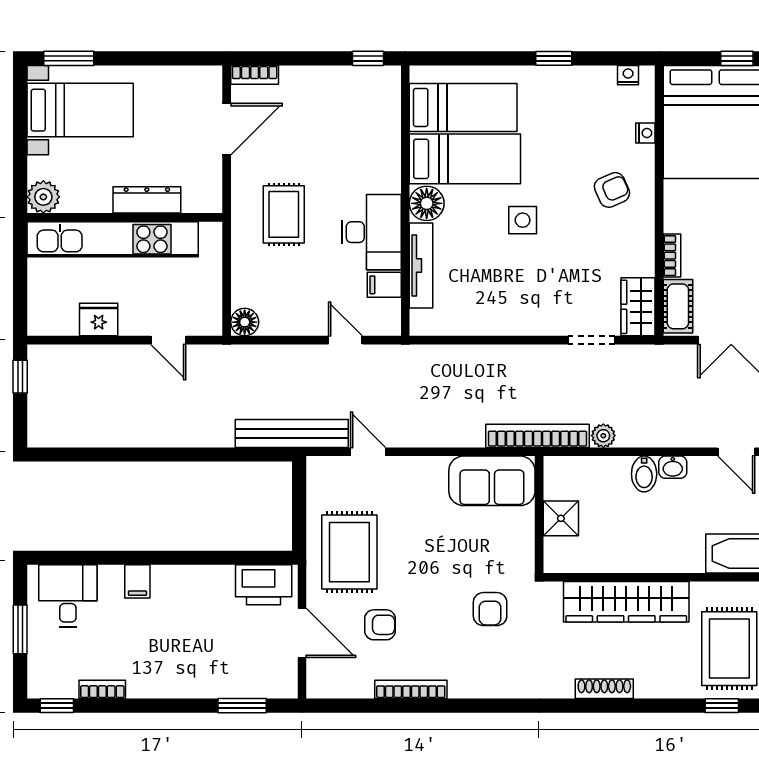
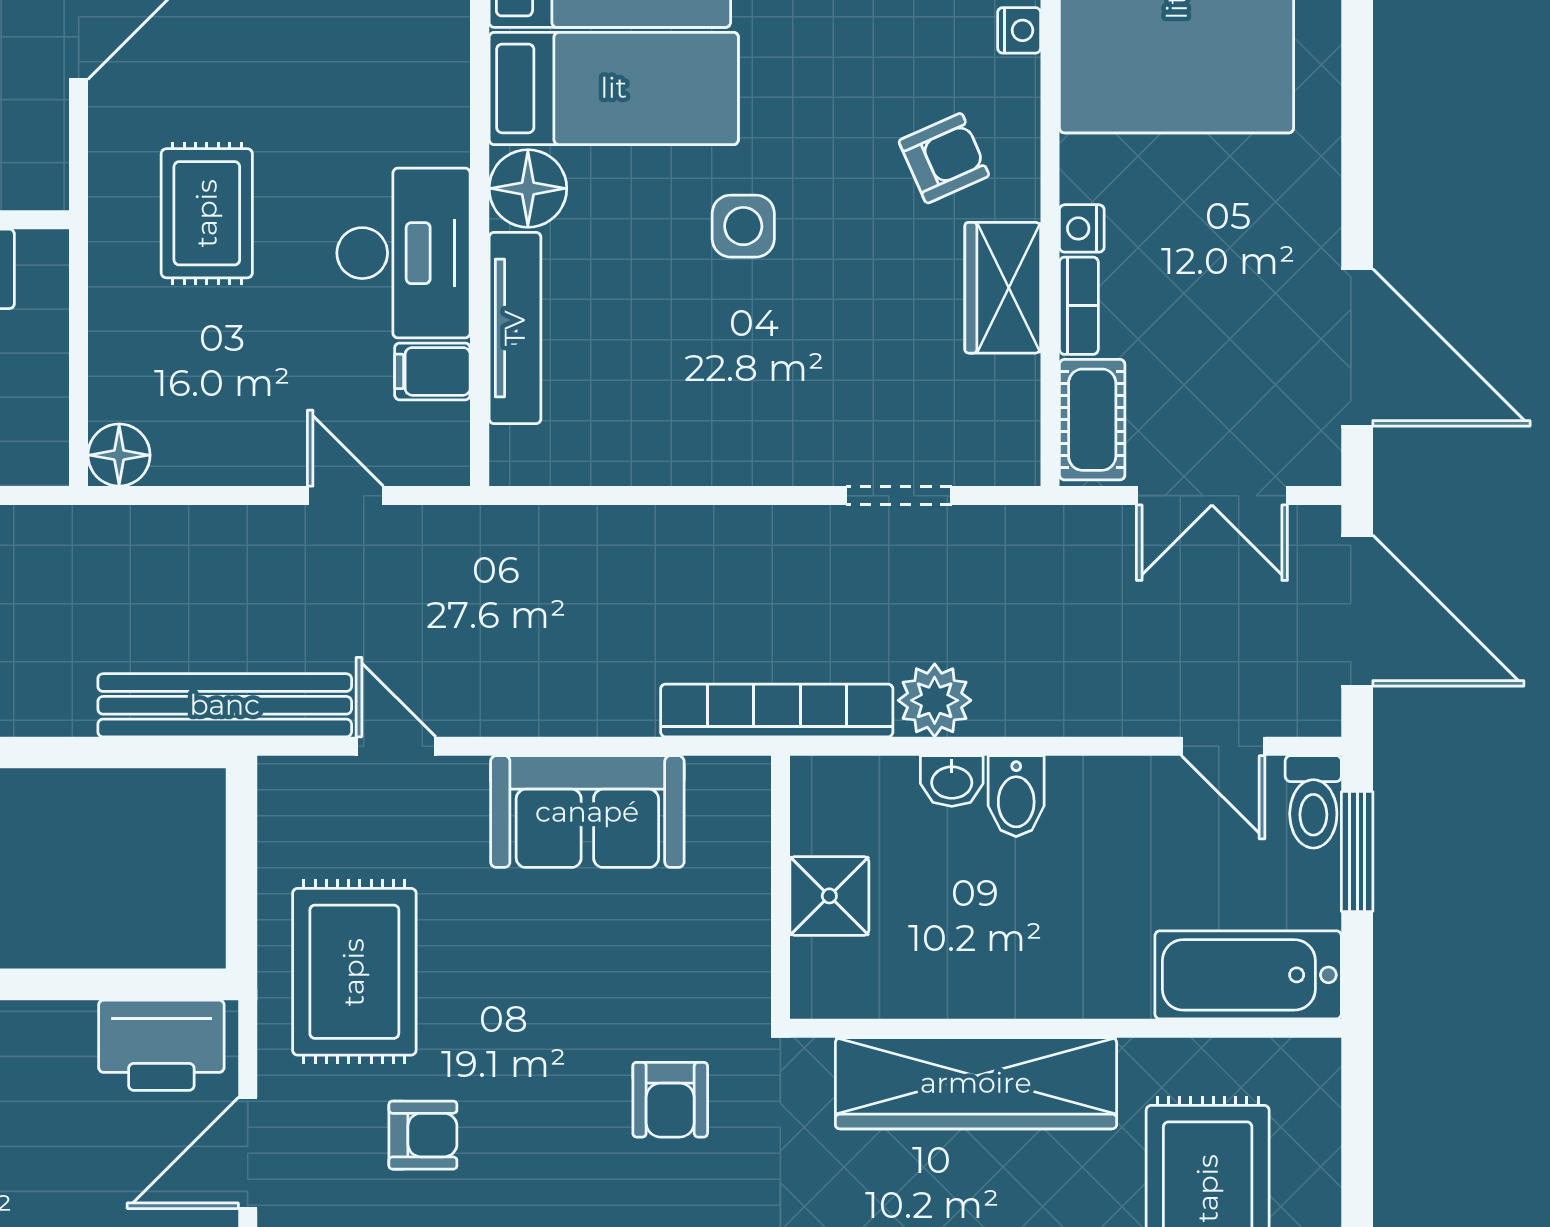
nightstand: (673, 221) -> (1082, 228), added
wardrobe: (638, 307) -> (1003, 288), moved
plant: (603, 436) -> (935, 700), width x1.38, depth x1.38
washbasin: (673, 467) -> (952, 781), moved
sofa: (492, 481) -> (587, 812), moved
door: (302, 633) -> (248, 1153), swing flipped

